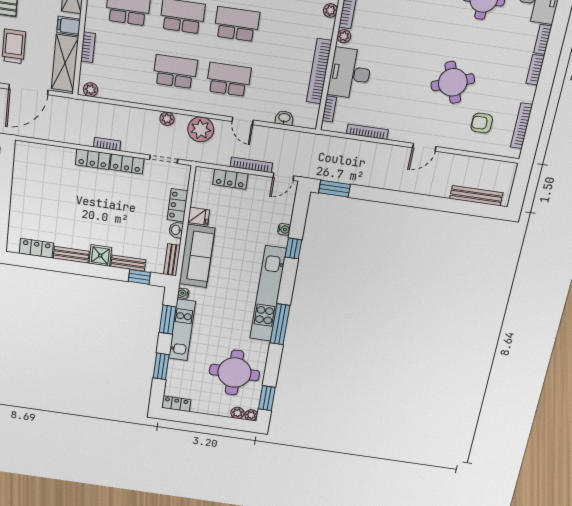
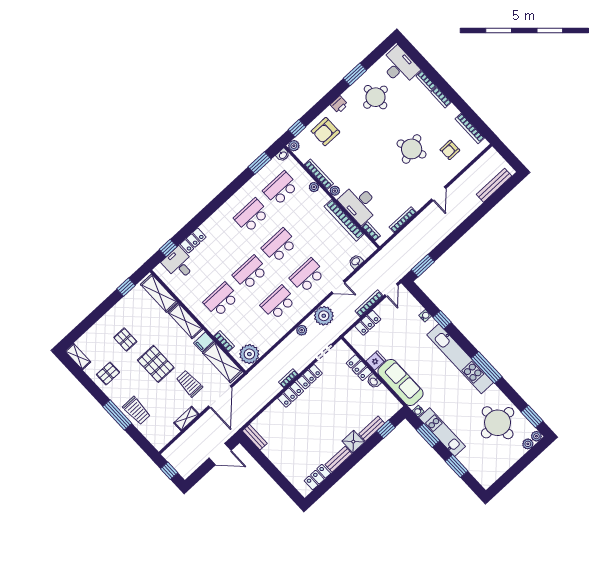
plant: (91, 90) -> (249, 354), width x1.88, depth x1.88
bench: (172, 260) -> (255, 437), moved
locker: (176, 404) -> (490, 478), removed

